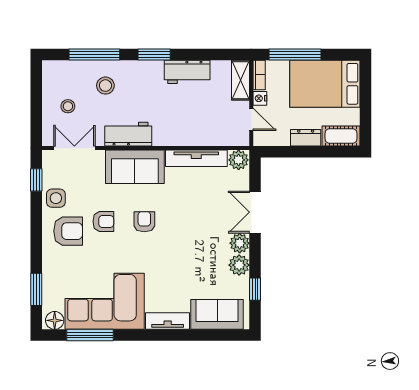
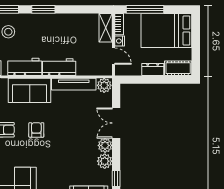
workbench: (187, 72) -> (59, 67), moved, turned 180

